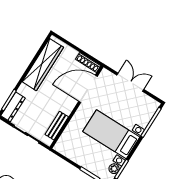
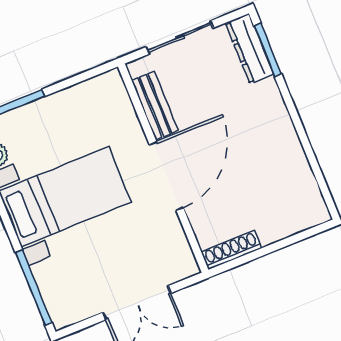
wardrobe: (43, 65) -> (289, 162), removed
door: (88, 89) -> (166, 176), moved

